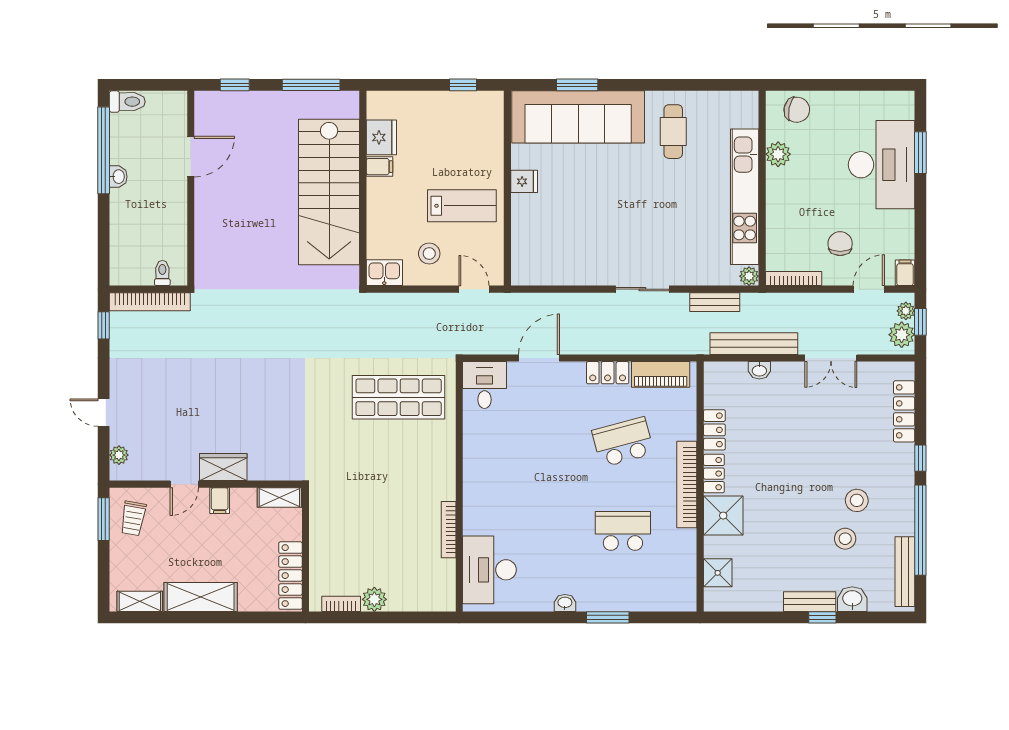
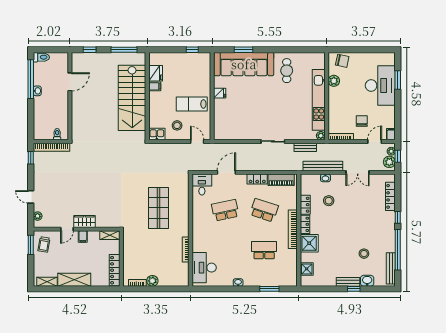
lab bench: (462, 206) -> (192, 104), turned 180
shop shelf: (399, 397) -> (158, 208), moved, turned 90
school desk: (536, 442) -> (225, 210), added
school desk: (623, 442) -> (264, 210), turned 33
stool: (857, 500) -> (329, 201), moved
window: (608, 617) -> (269, 289), moved

